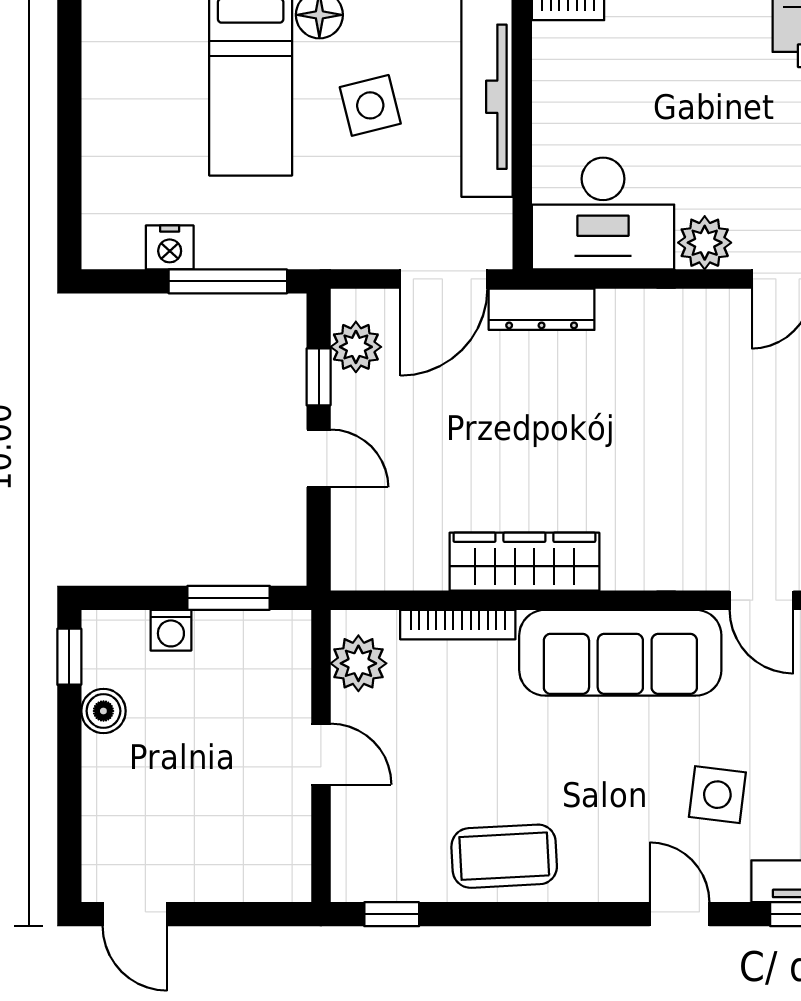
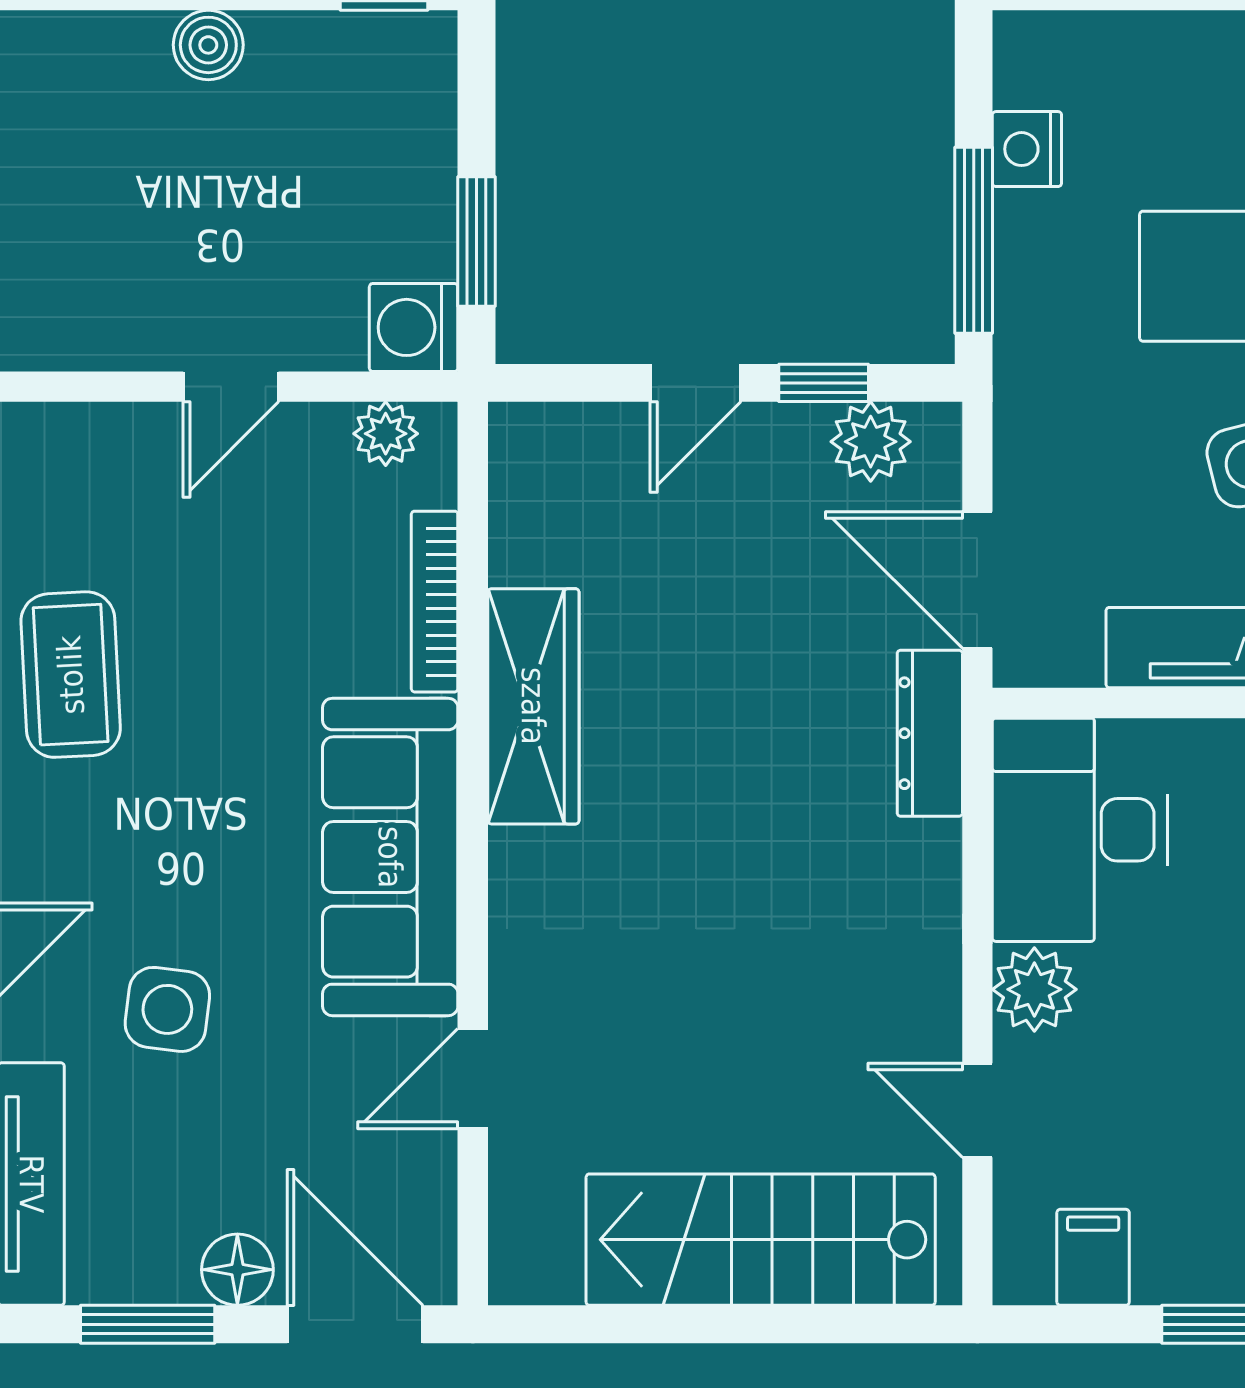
washing machine: (171, 630) -> (414, 327), moved, width x1.38, depth x1.38
plant: (358, 663) -> (386, 434), width x0.73, depth x0.73
boiler: (103, 711) -> (208, 45), moved

